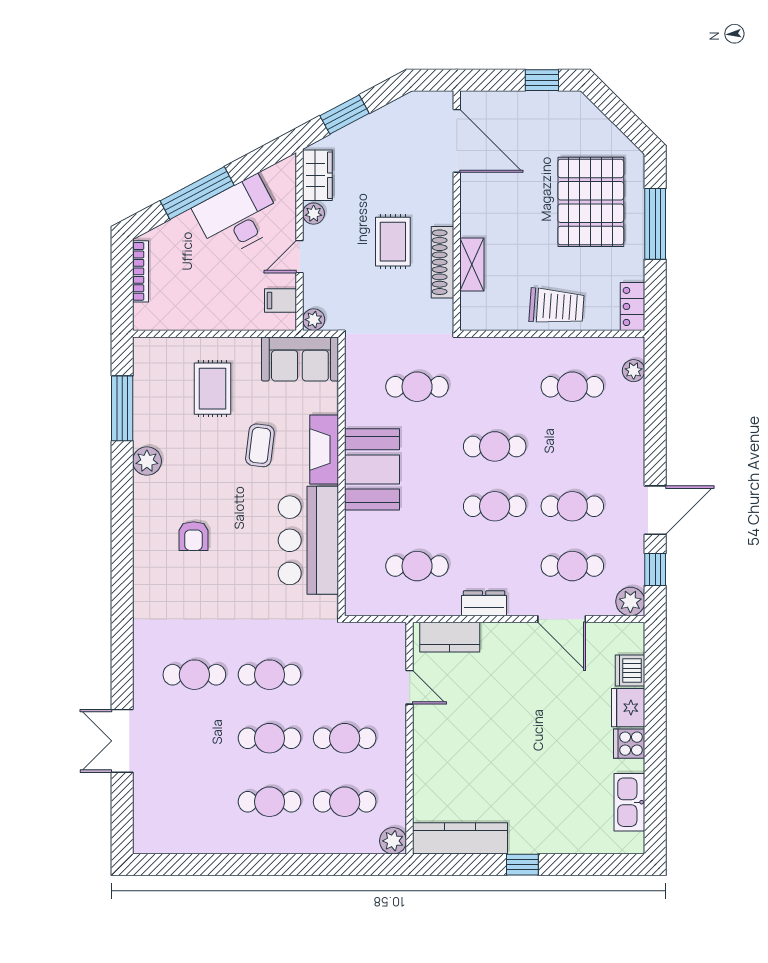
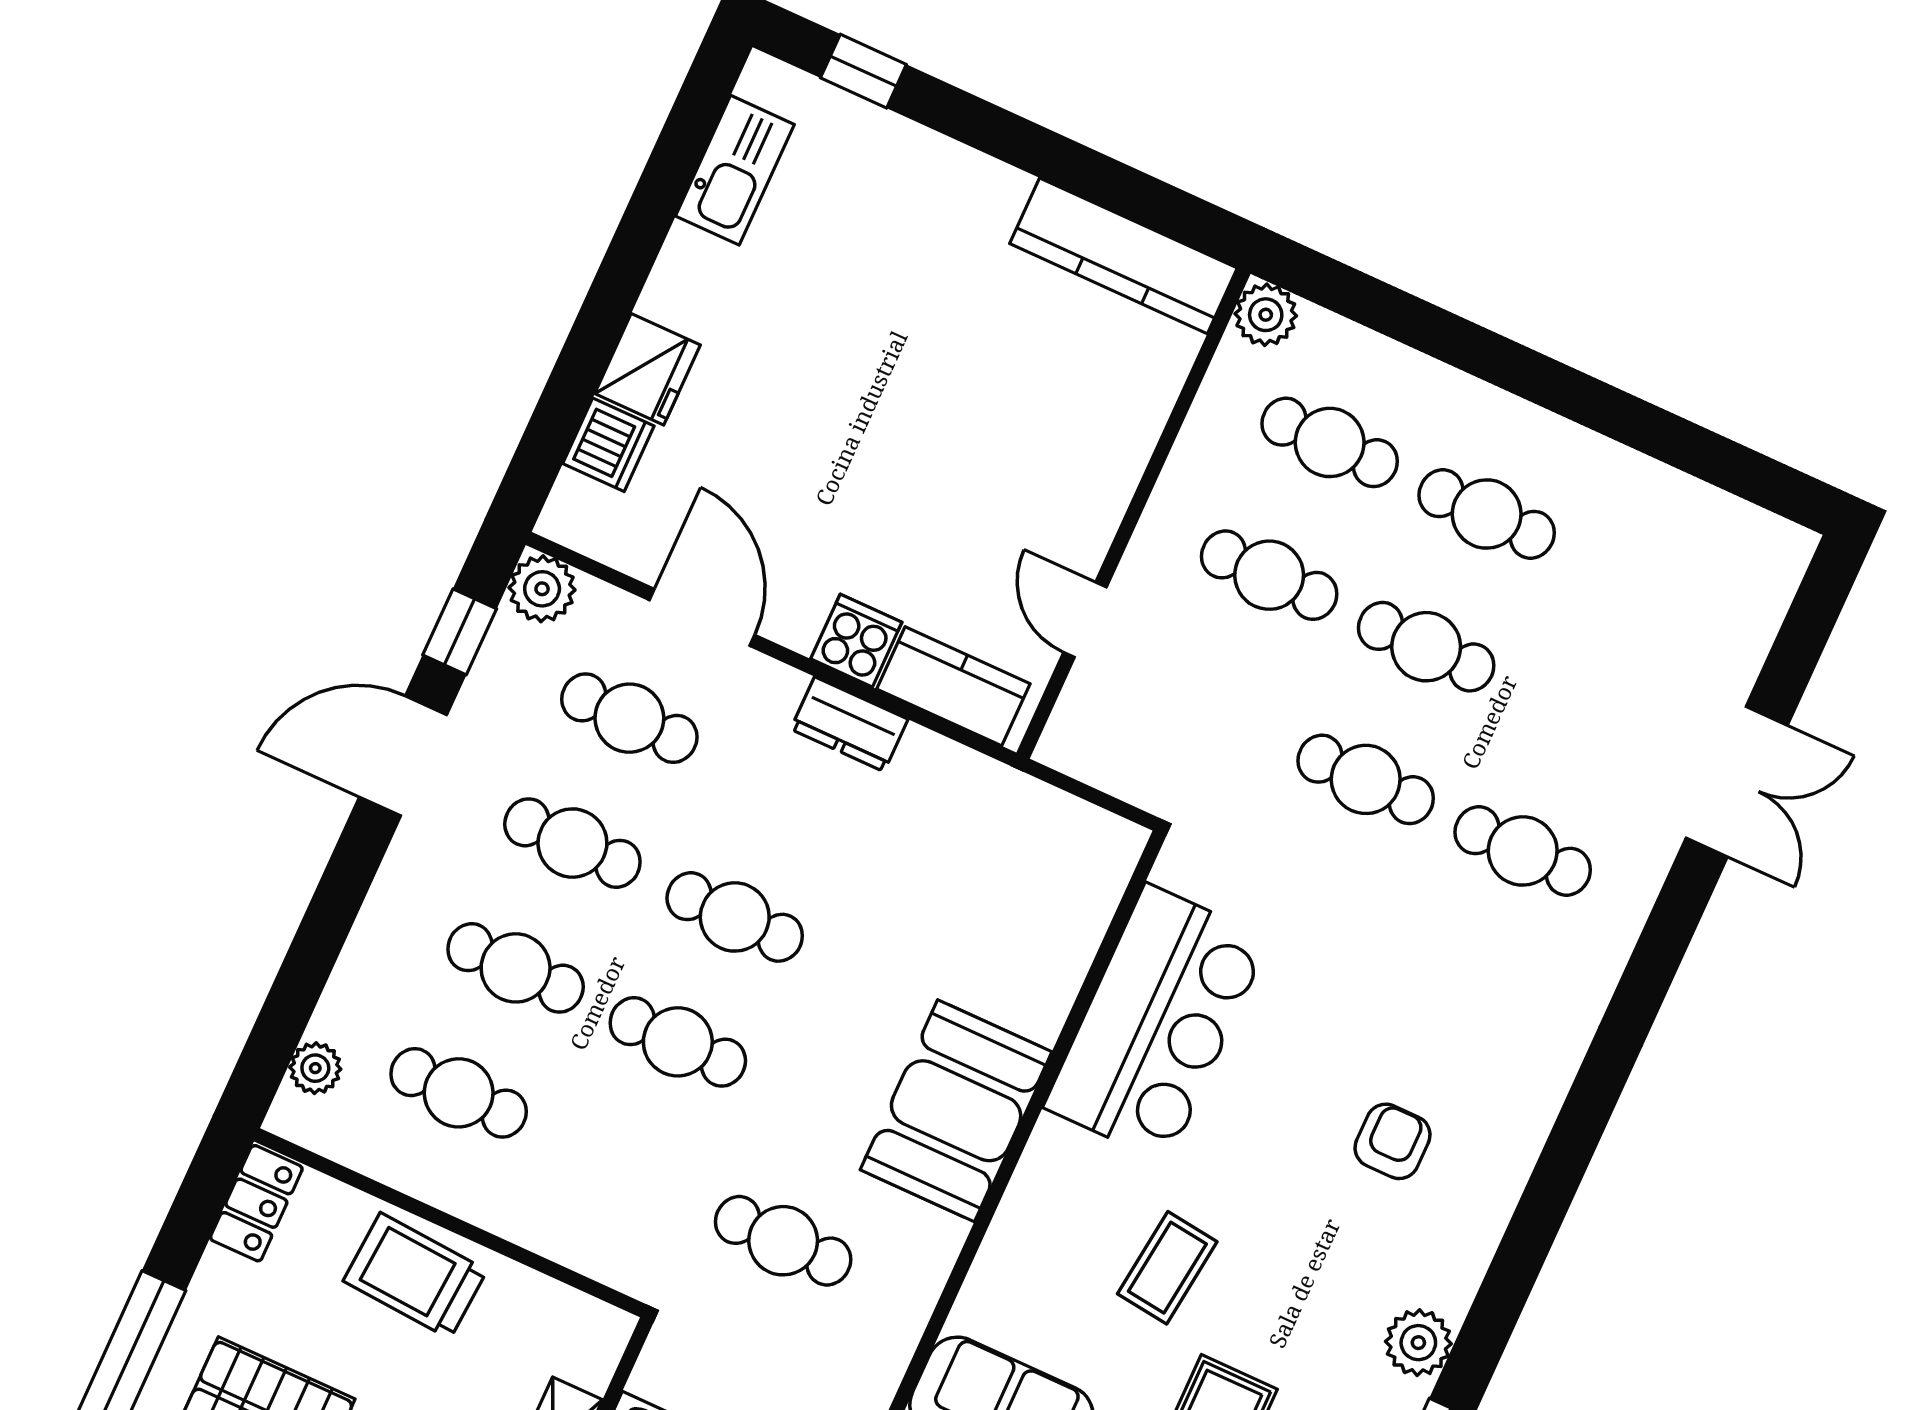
fireplace: (324, 449) -> (1037, 1198), removed
cafe table: (417, 566) -> (516, 968), moved
cooker: (629, 744) -> (856, 641), moved, turned -90
window: (522, 865) -> (863, 71), moved

